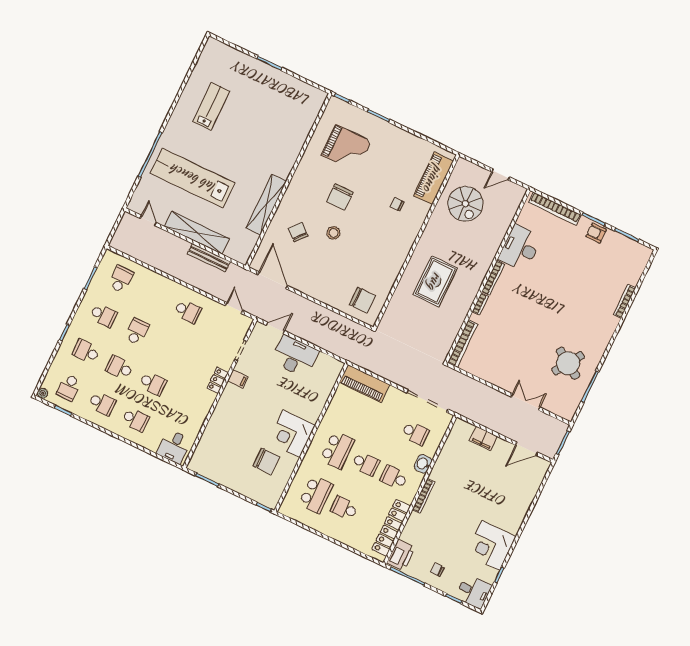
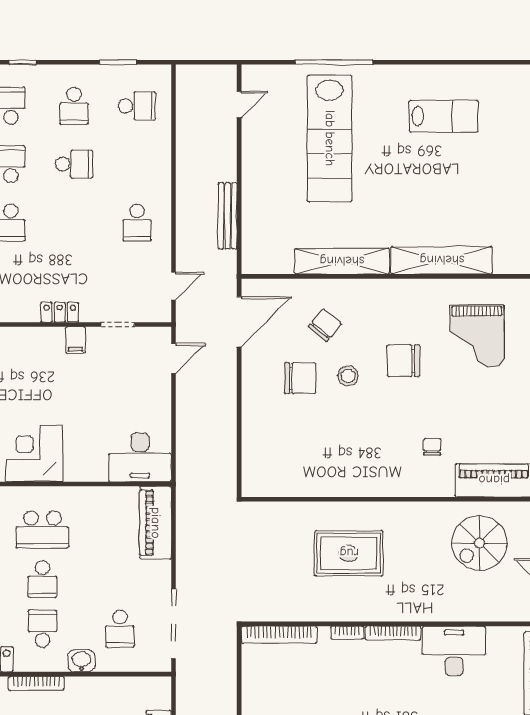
lab bench: (193, 178) -> (330, 138), turned 180
shelving: (197, 233) -> (442, 260), moved, turned 90
chair: (362, 300) -> (300, 378), moved, turned -90
door: (275, 328) -> (174, 358), hinge flipped
desk: (295, 356) -> (140, 457), moved, turned 90

